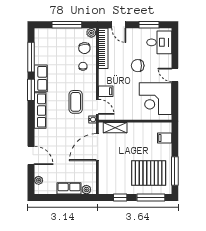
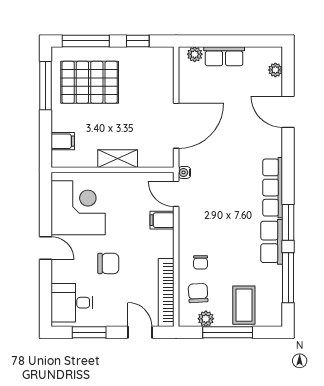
plant: (91, 33) -> (206, 319), moved
coffee table: (76, 102) -> (244, 305), moved
shelving: (115, 128) -> (118, 159), moved

